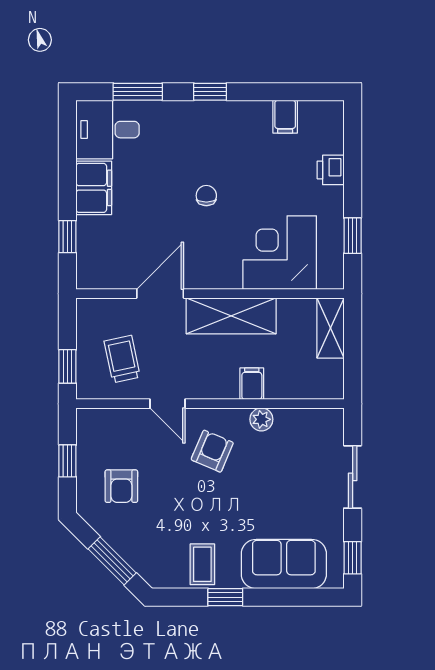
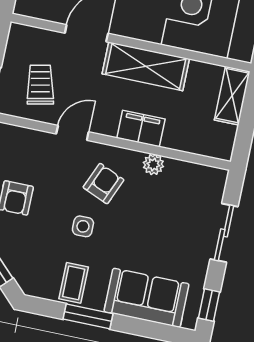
filing cabinet: (252, 384) -> (141, 129), width x2.00
door: (168, 404) -> (72, 133), swing flipped
side table: (200, 502) -> (83, 226), added
window: (225, 597) -> (88, 316), width x1.50

